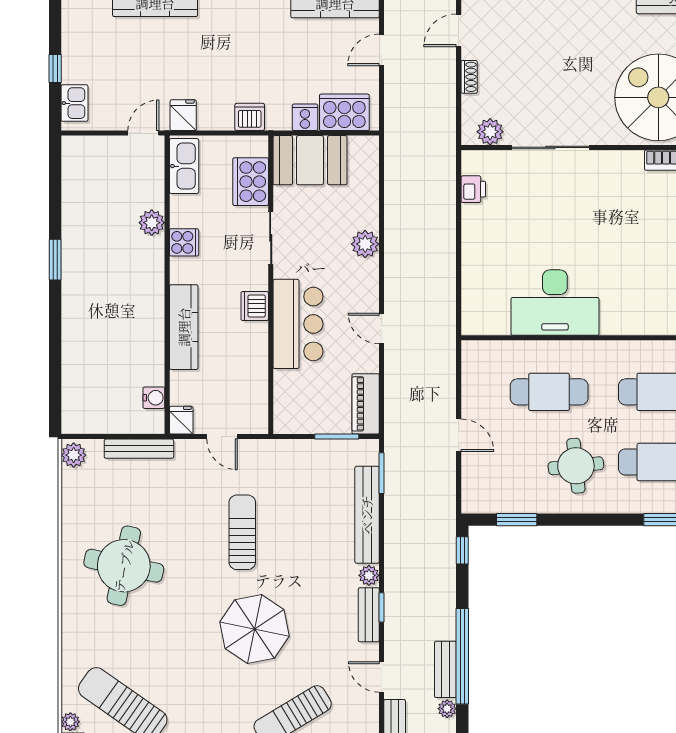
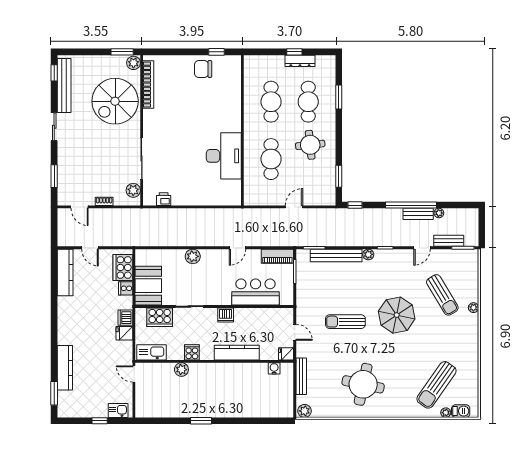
fridge: (183, 115) -> (124, 333), moved
bar counter: (298, 324) -> (256, 292), moved
door: (222, 437) -> (295, 332), hinge flipped
bench: (369, 615) -> (389, 255), removed

